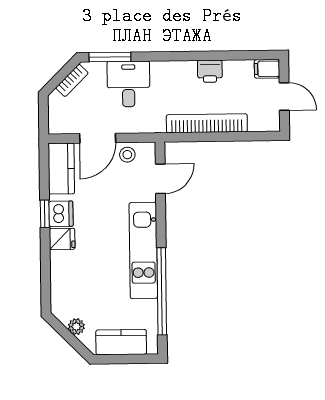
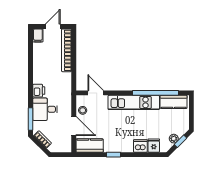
printer: (210, 71) -> (39, 91), moved
bookcase: (207, 123) -> (66, 50), moved
dishwasher: (61, 214) -> (140, 146), moved
fridge: (62, 239) -> (154, 146), moved
window: (71, 339) -> (181, 141), added
kitchen counter: (121, 342) -> (174, 102), moved, turned -90

